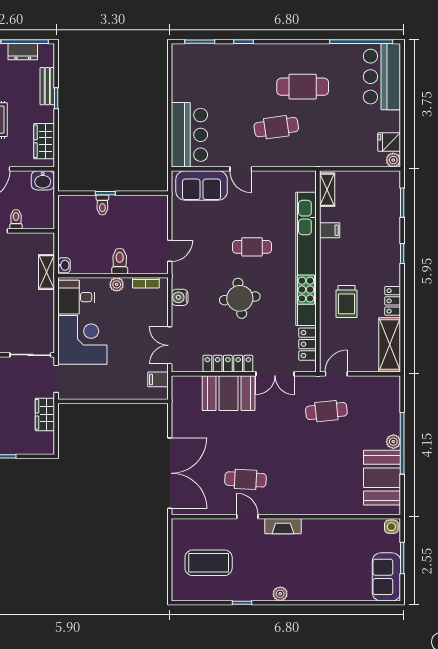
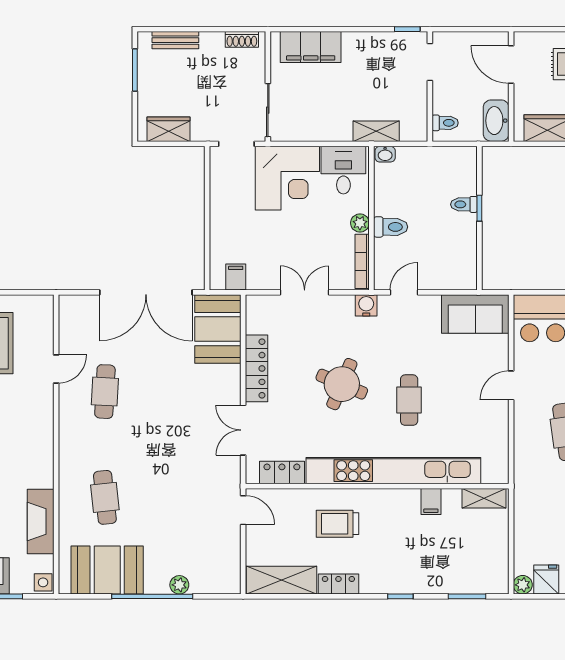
washbasin: (43, 180) -> (496, 121), width x1.38
sofa: (202, 185) -> (475, 314), moved, turned -90
toilet: (16, 219) -> (445, 123), moved
door: (170, 251) -> (404, 292), swing flipped
bookcase: (146, 283) -> (362, 261), width x1.56
water cooler: (180, 297) -> (366, 305), moved
round table: (240, 298) -> (342, 384), turned 30
double door: (170, 345) -> (305, 292), moved
booth: (229, 393) -> (218, 329), moved
cafe table: (326, 411) -> (105, 497), moved
wardrobe: (45, 414) -> (169, 129), moved
plant: (393, 442) -> (179, 585), moved
double door: (170, 473) -> (146, 292), moved
door: (247, 517) -> (56, 369), moved
fireplace: (283, 526) -> (41, 522), moved, width x1.37, depth x1.32

